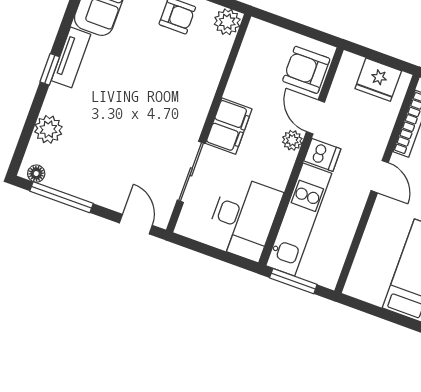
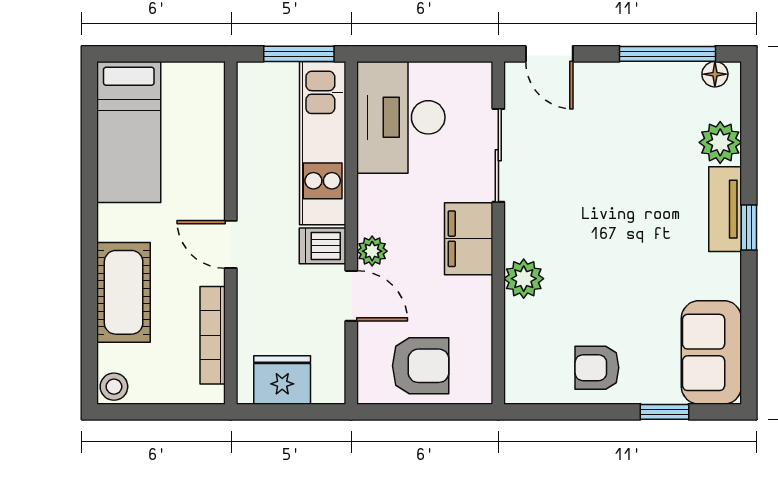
plant: (227, 22) -> (524, 279), moved
tv unit: (71, 57) -> (725, 209), moved
armchair: (306, 70) -> (421, 366), moved

